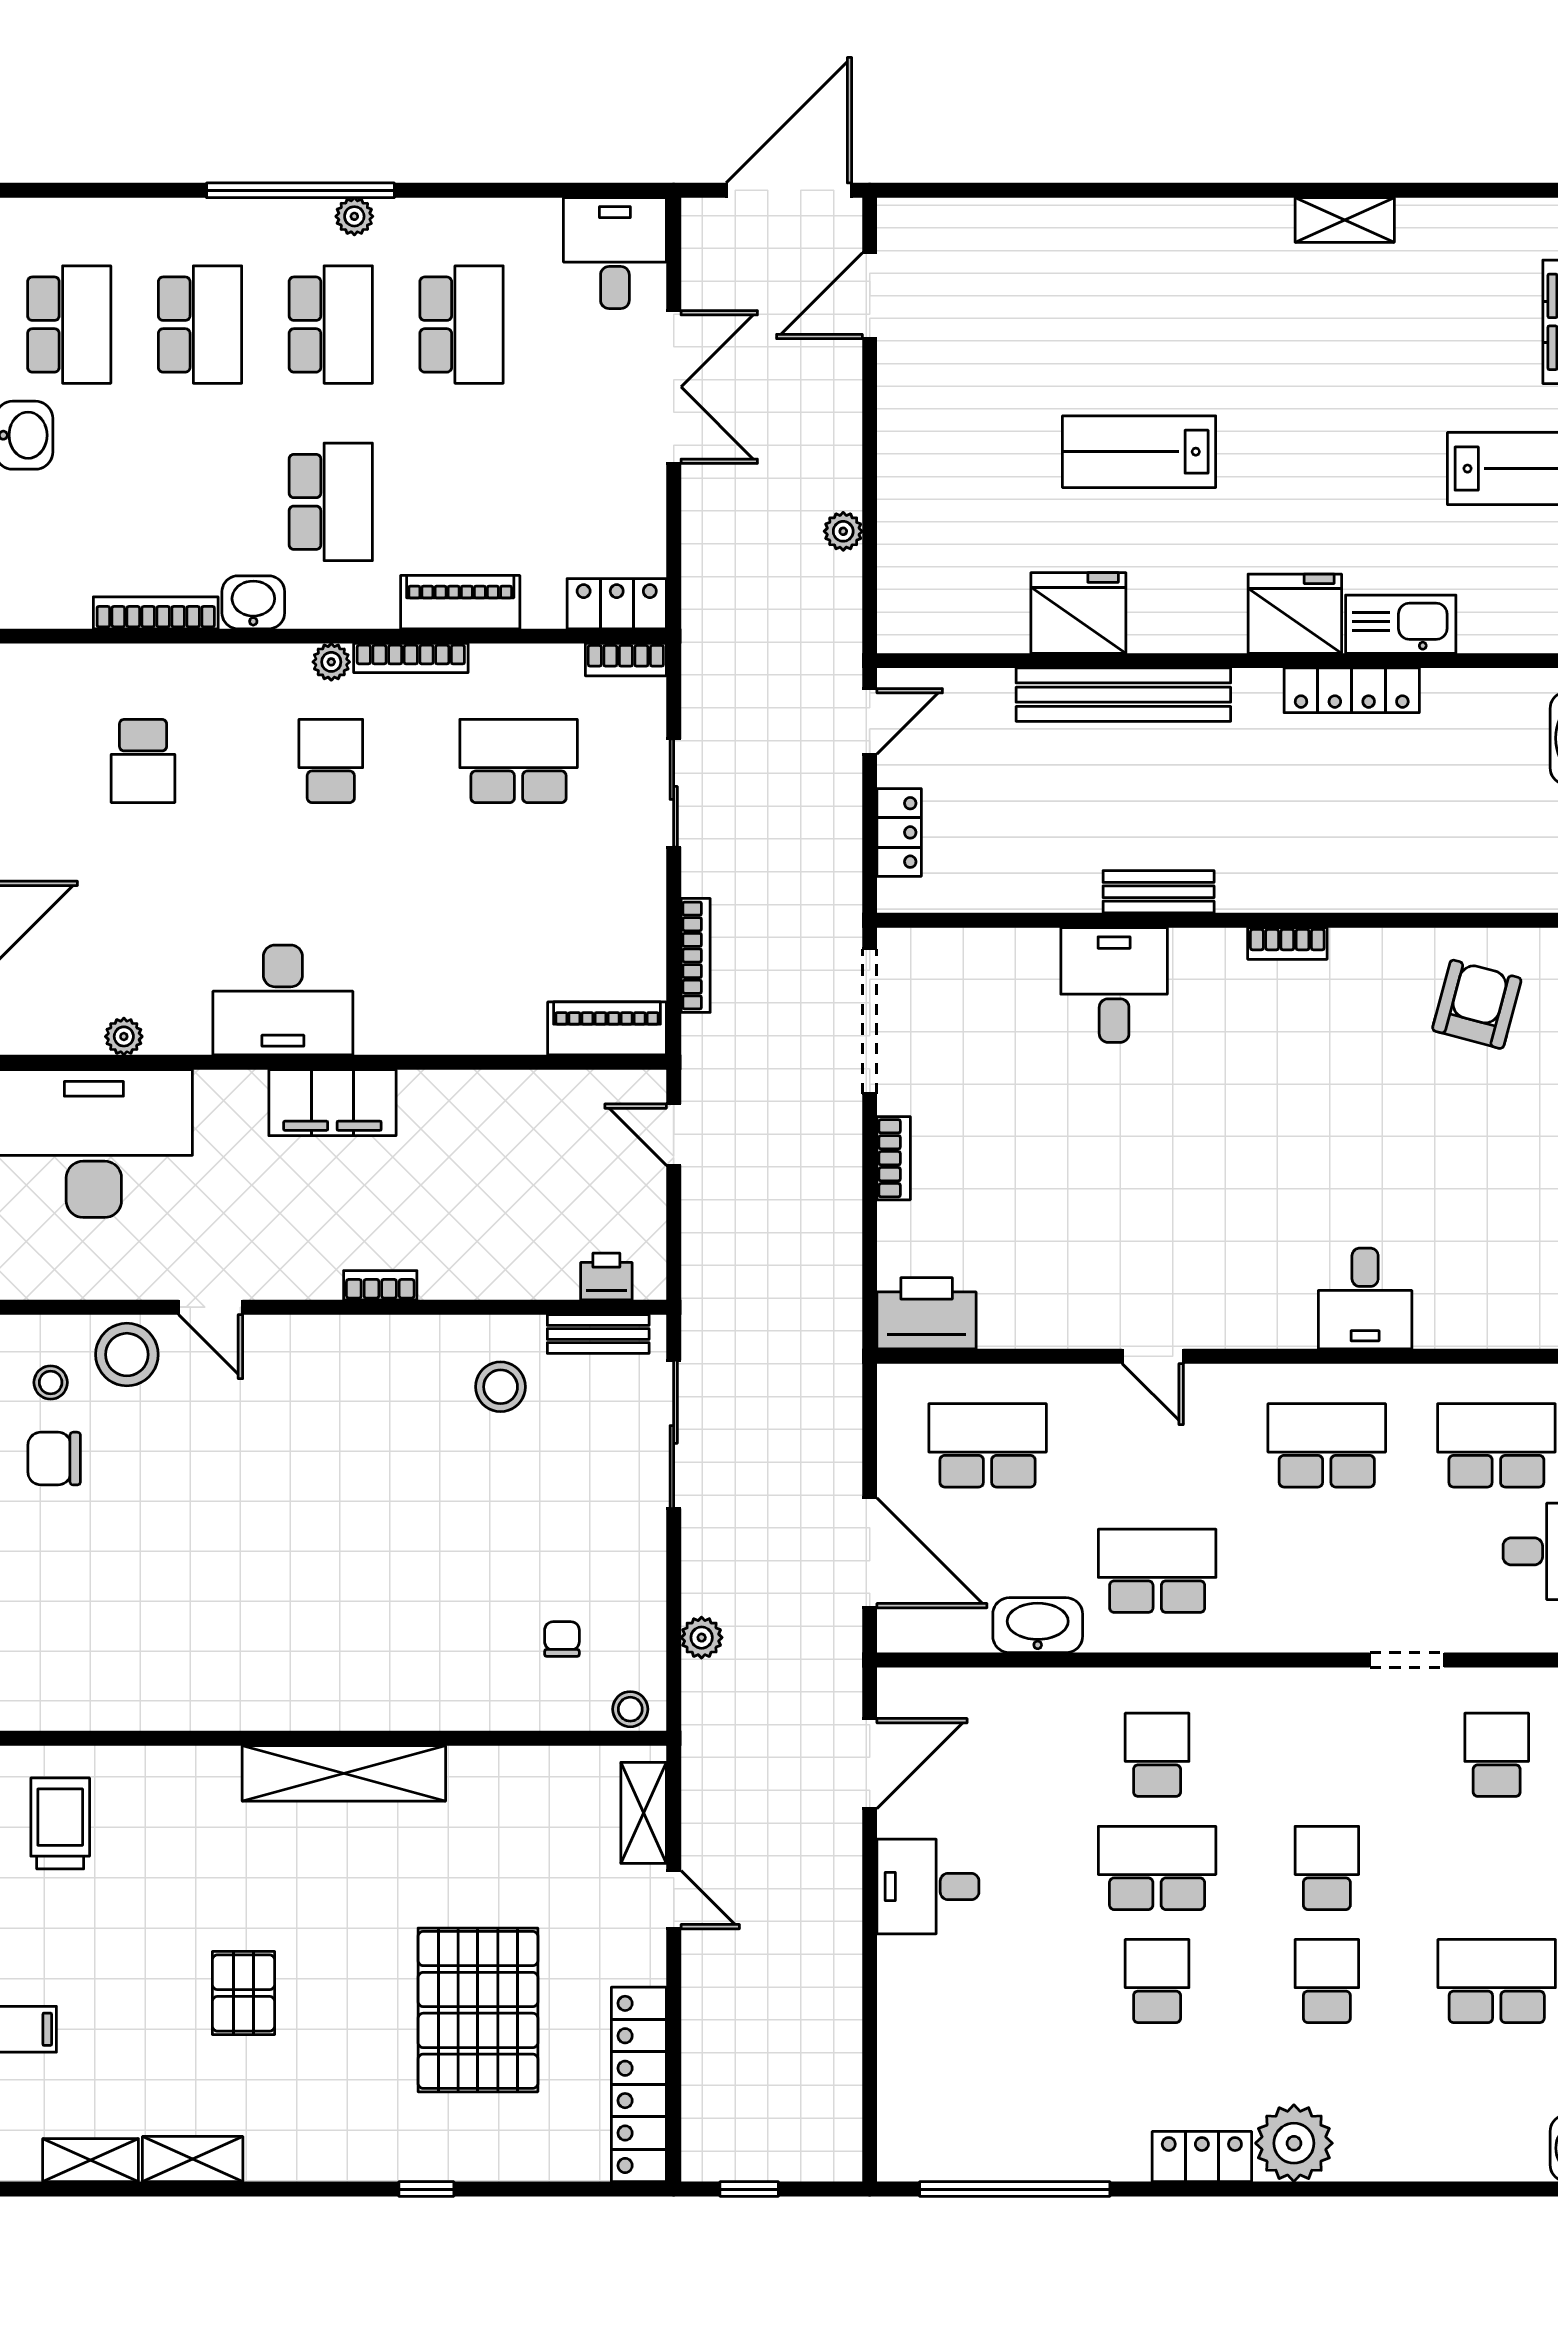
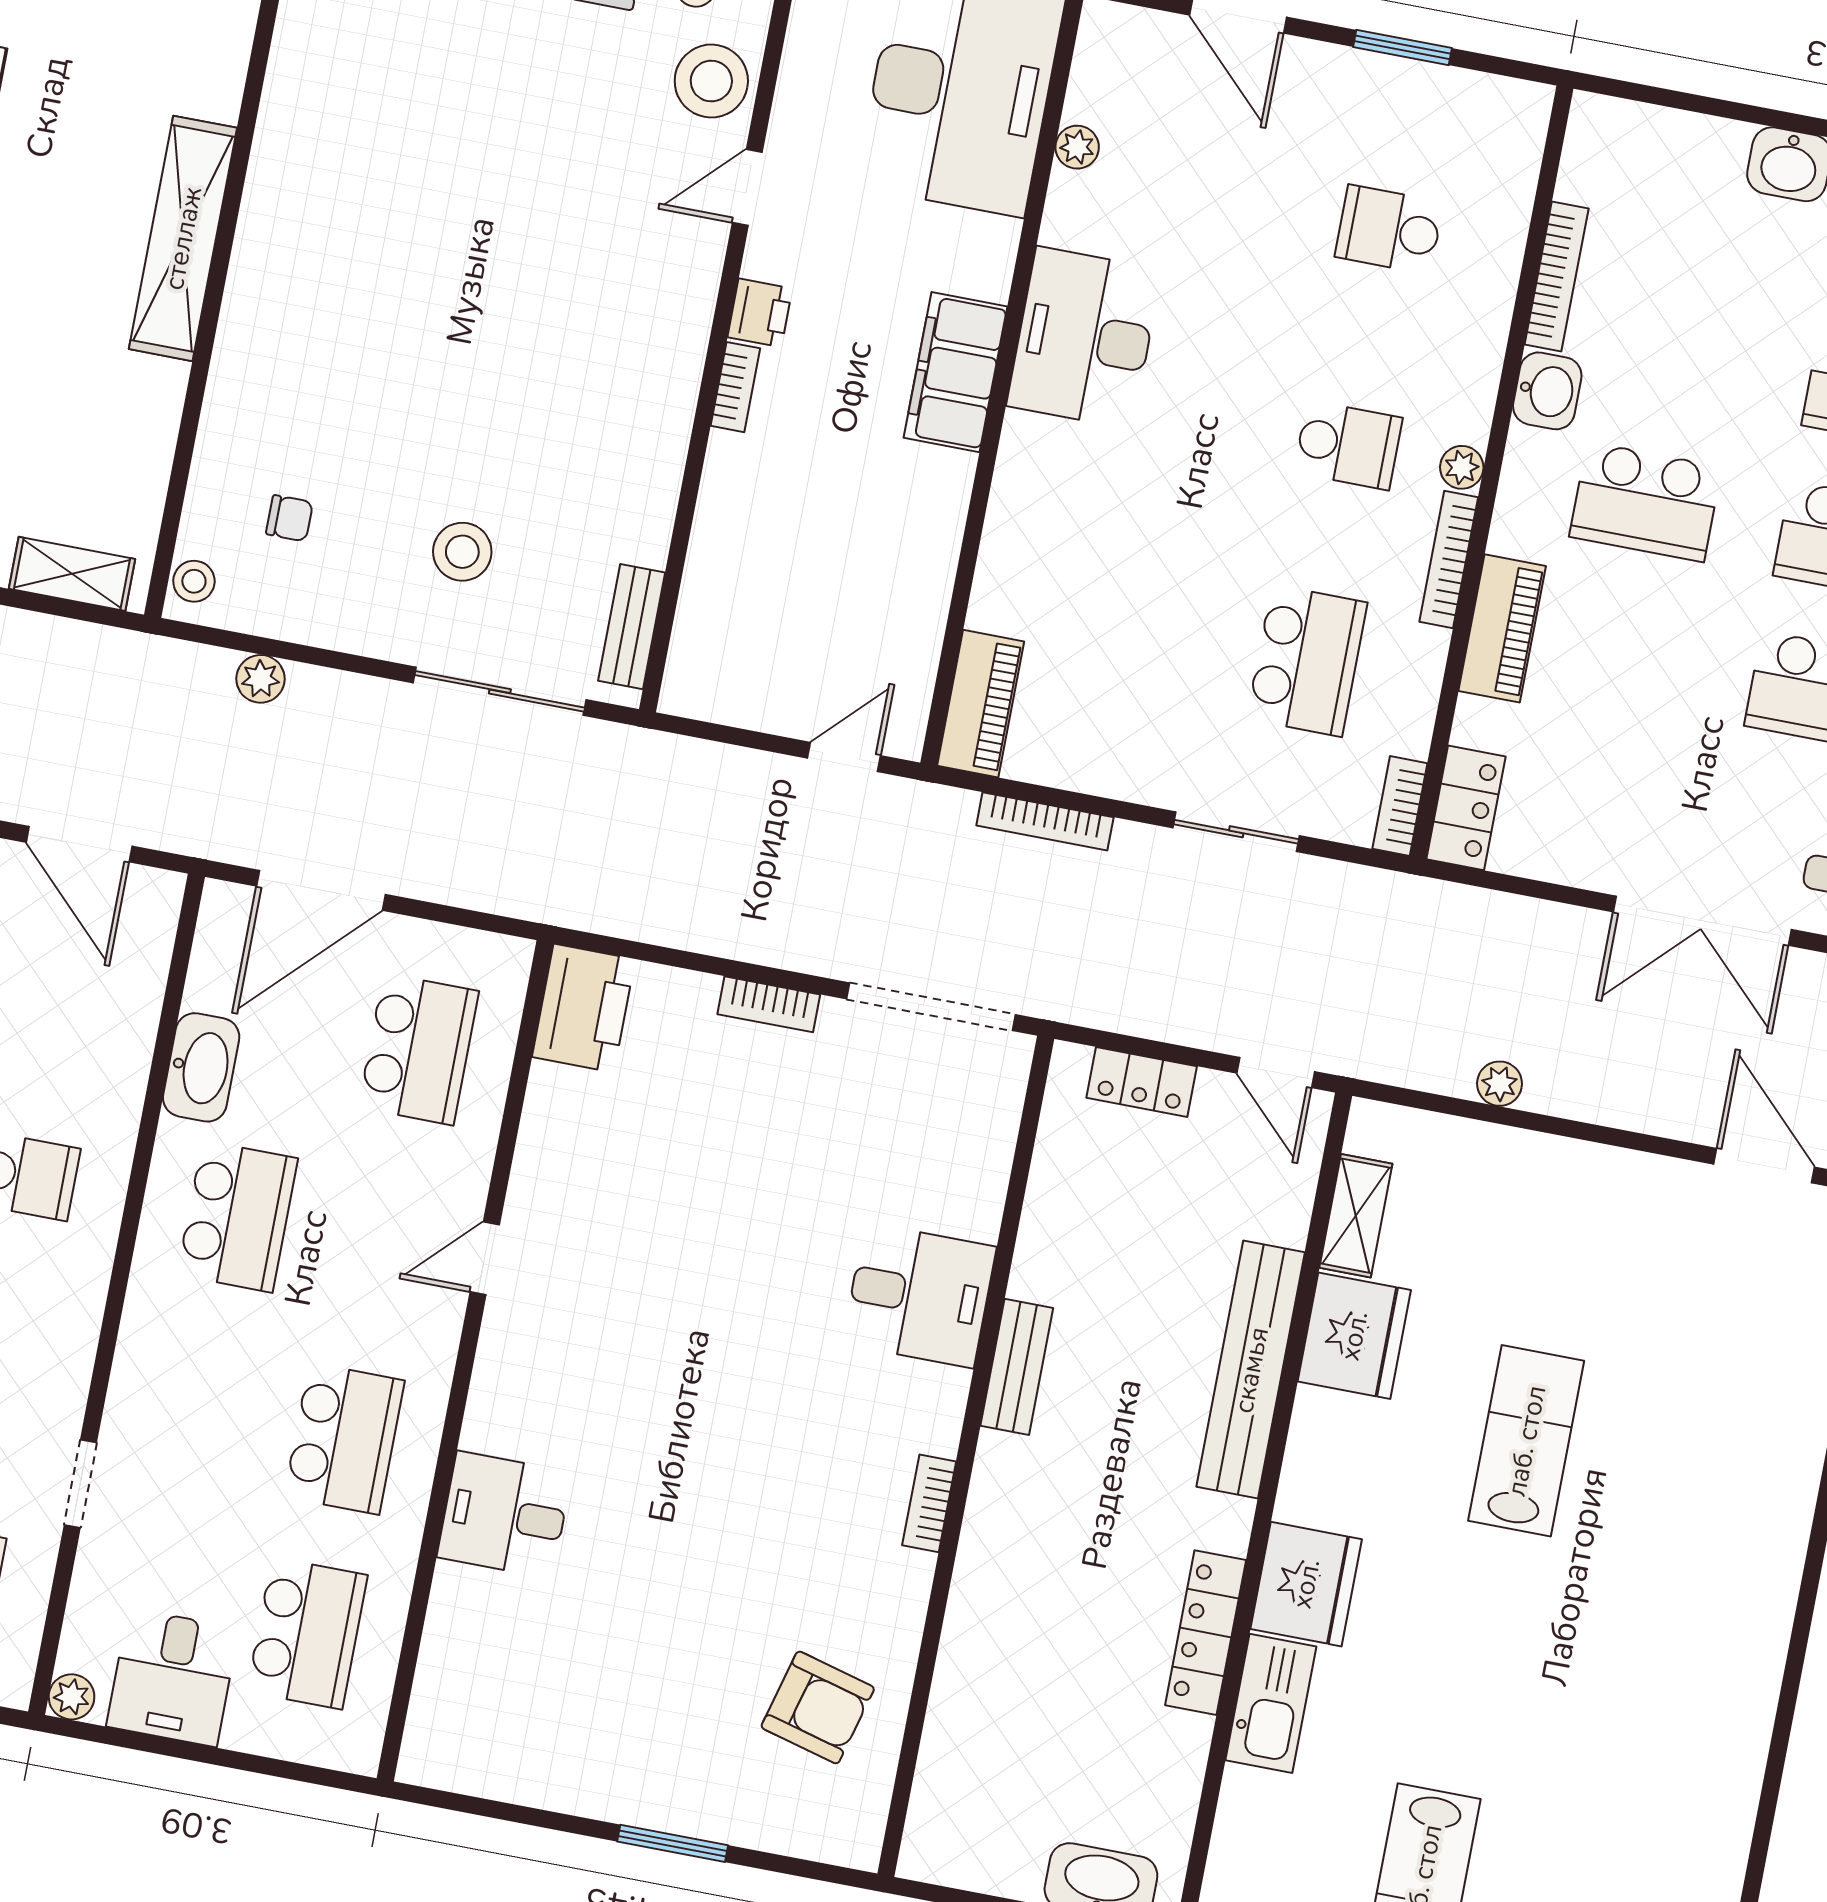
shelving: (1345, 220) -> (1356, 1216), moved
printer: (606, 1276) -> (760, 313), moved
stool: (501, 1387) -> (462, 552), moved

